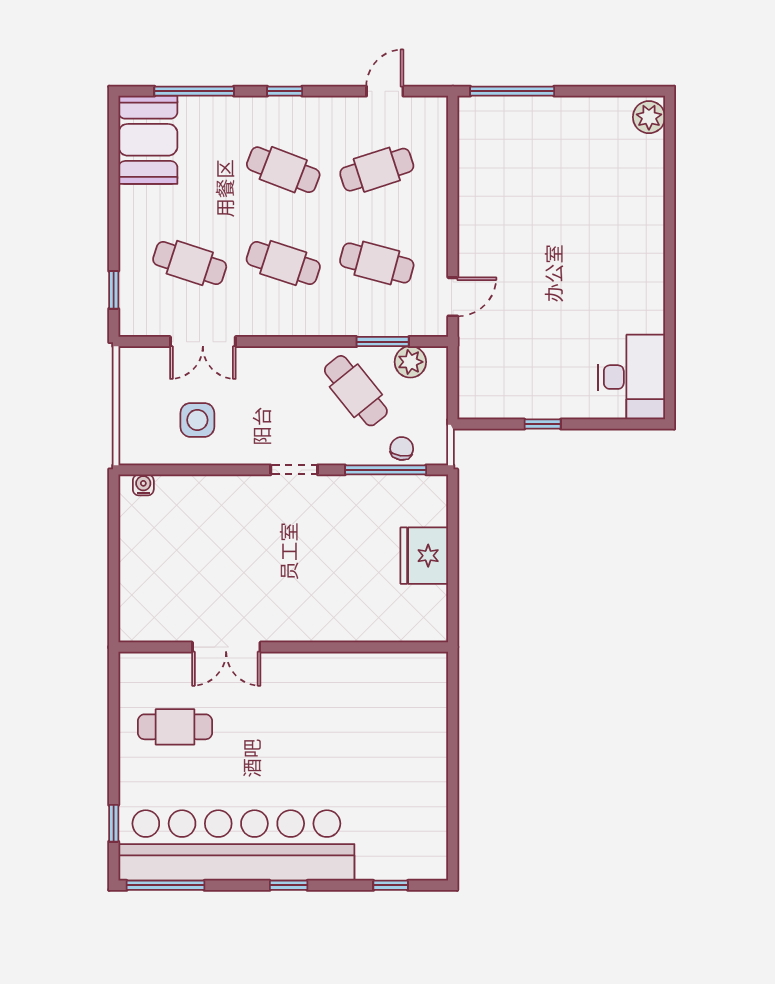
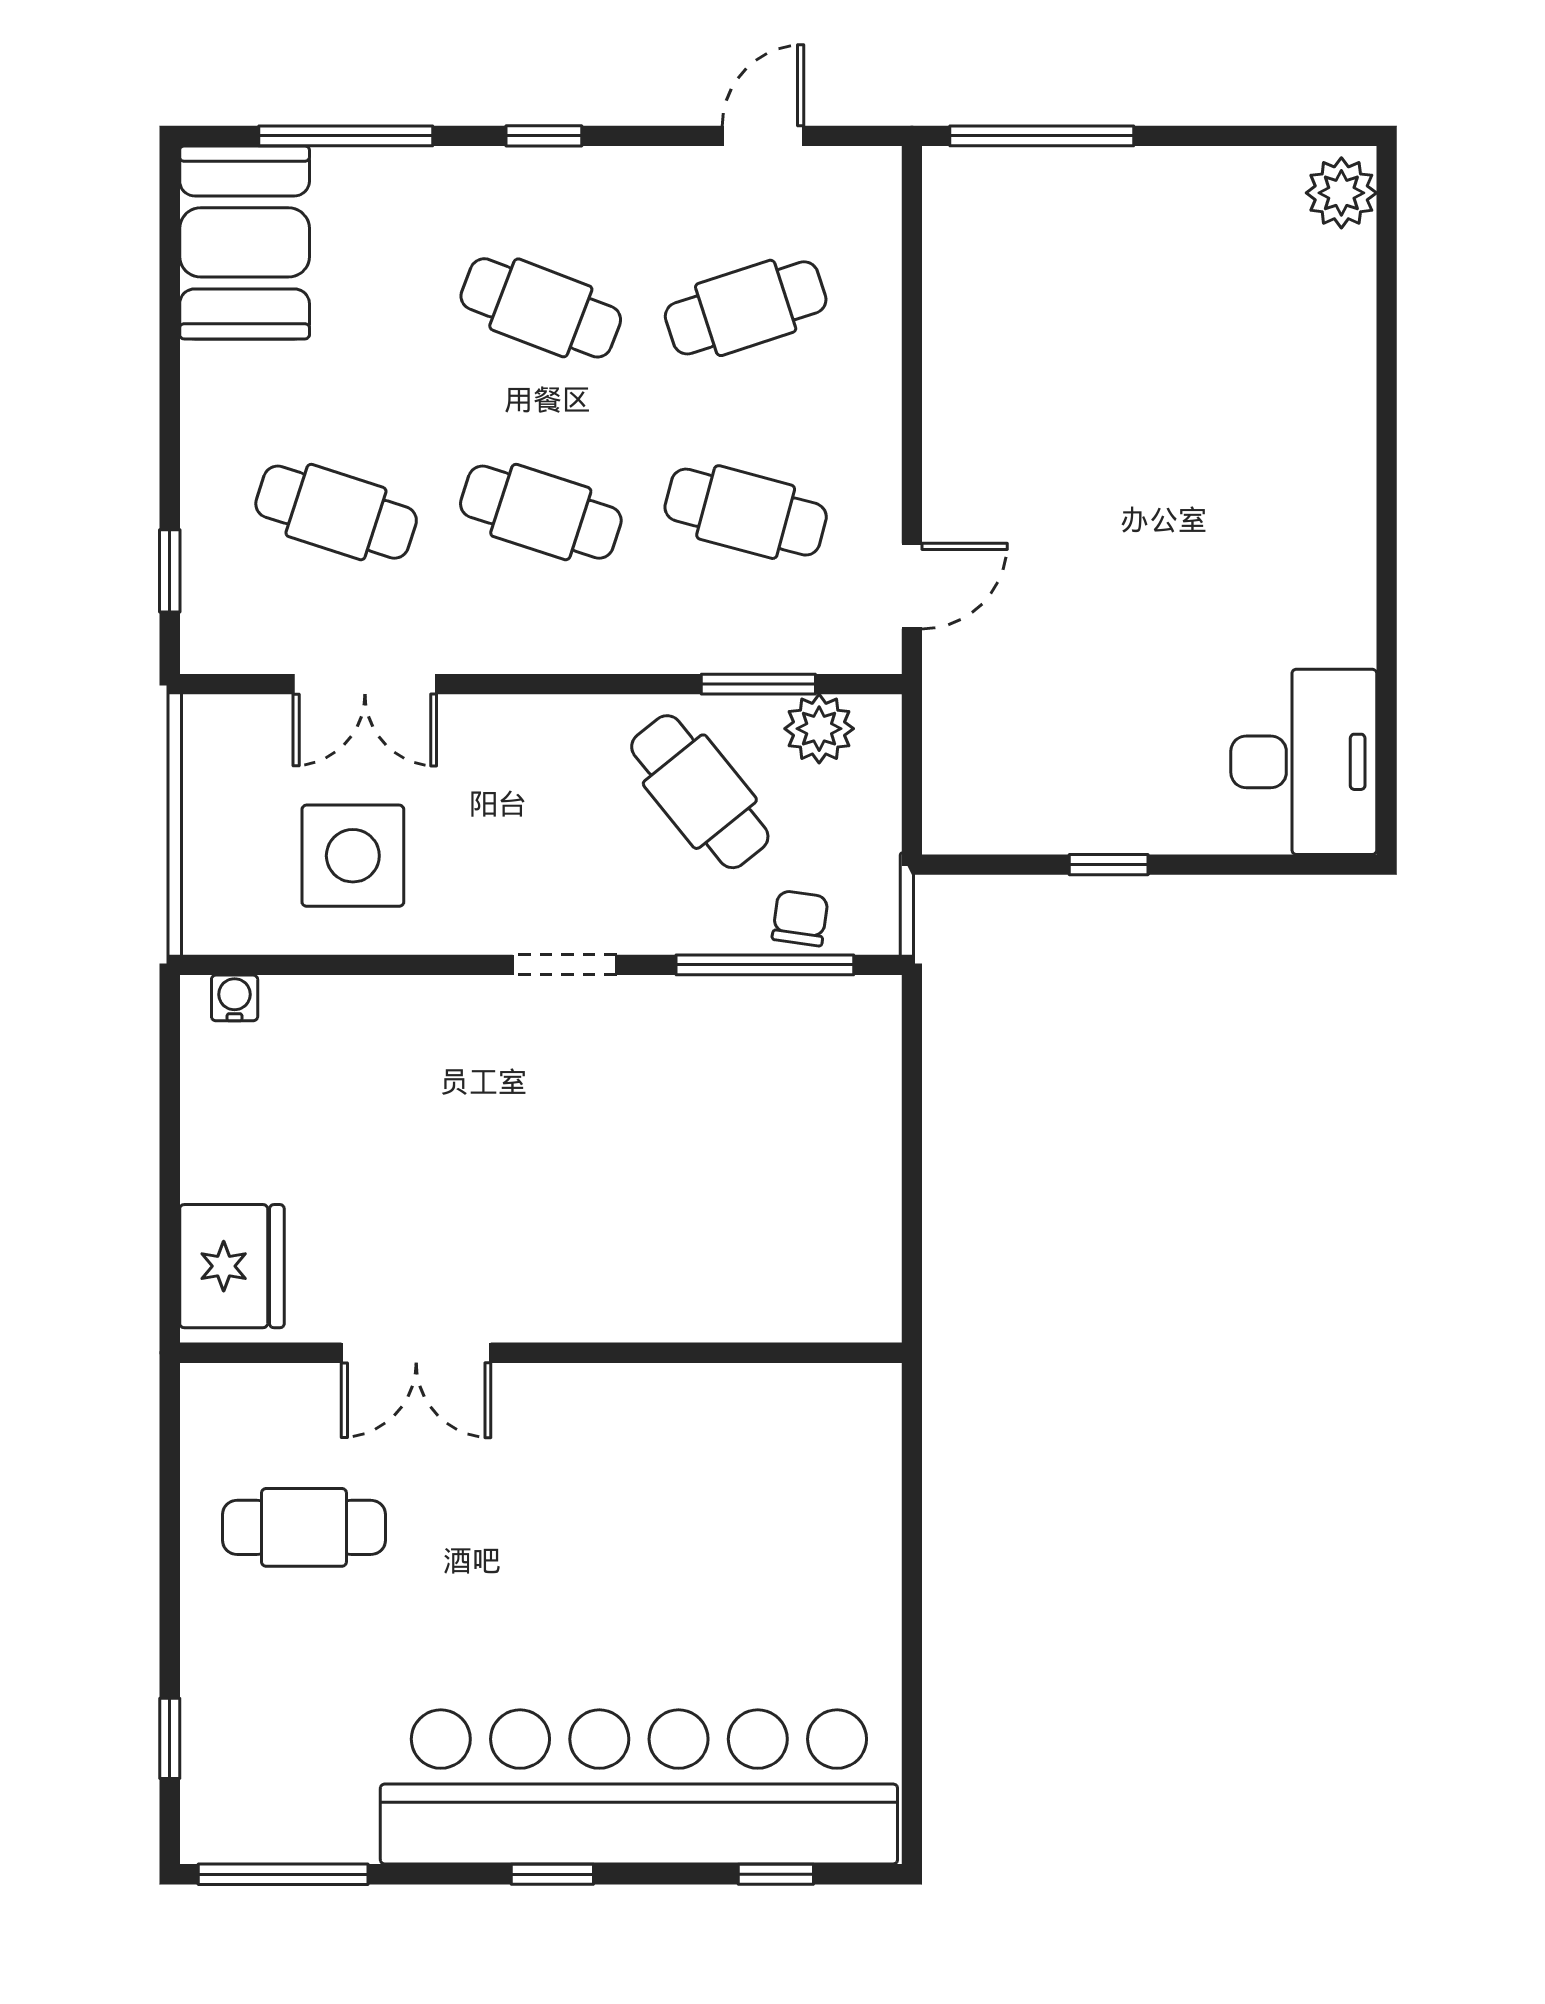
side table: (197, 420) -> (353, 856), width x1.37, depth x1.37
fridge: (424, 556) -> (232, 1266), moved, turned 180
bar counter: (236, 845) -> (639, 1787), moved

